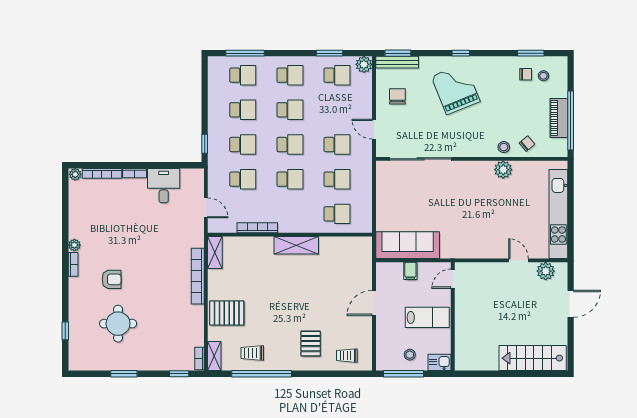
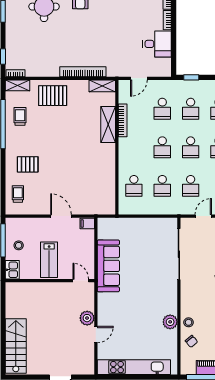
shelving: (296, 245) -> (108, 125), moved
sofa: (408, 245) -> (108, 266), moved
filing cabinet: (410, 271) -> (87, 224), moved
plant: (546, 271) -> (87, 318), moved
pallet: (227, 313) -> (53, 96), turned 90

